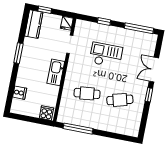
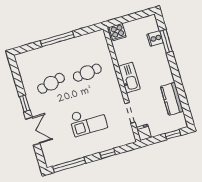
kitchen counter: (34, 24) -> (172, 99), moved
window: (18, 53) -> (166, 41), moved
window: (78, 129) -> (57, 39), moved

